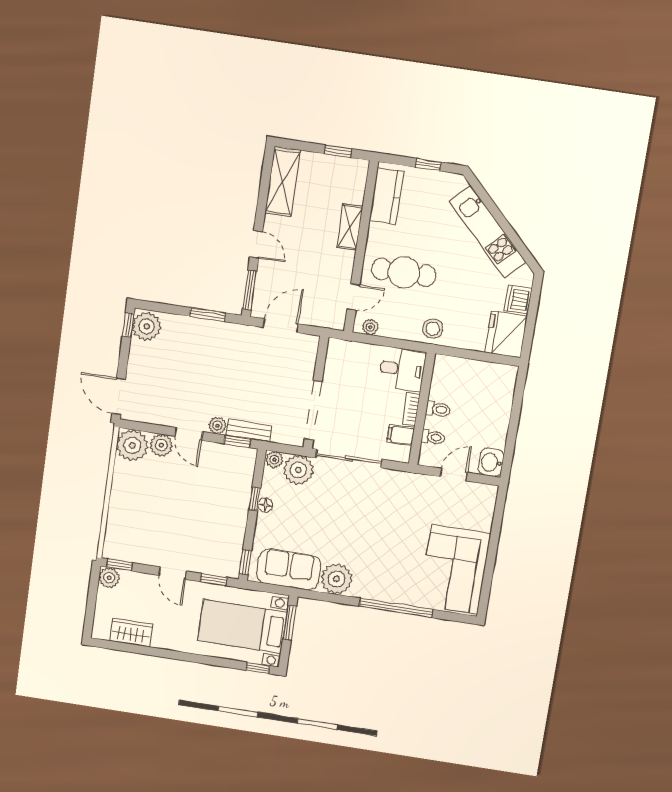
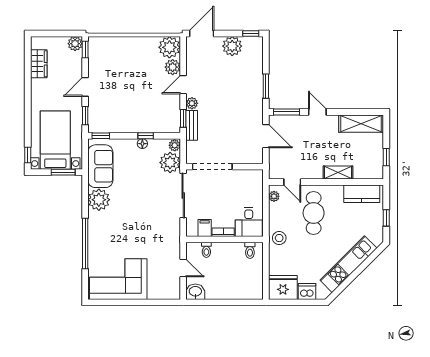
door: (256, 244) -> (317, 112), swing flipped
plant: (147, 326) -> (232, 46), moved
toilet: (438, 409) -> (250, 250), moved

